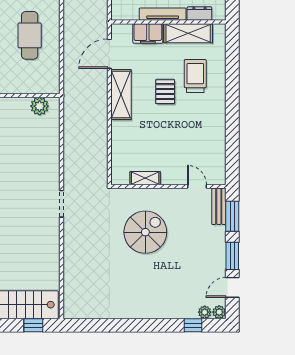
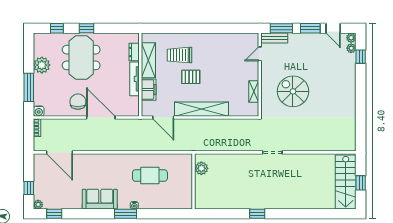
shelving: (121, 95) -> (201, 109), width x1.47
window: (33, 325) -> (361, 183), moved

